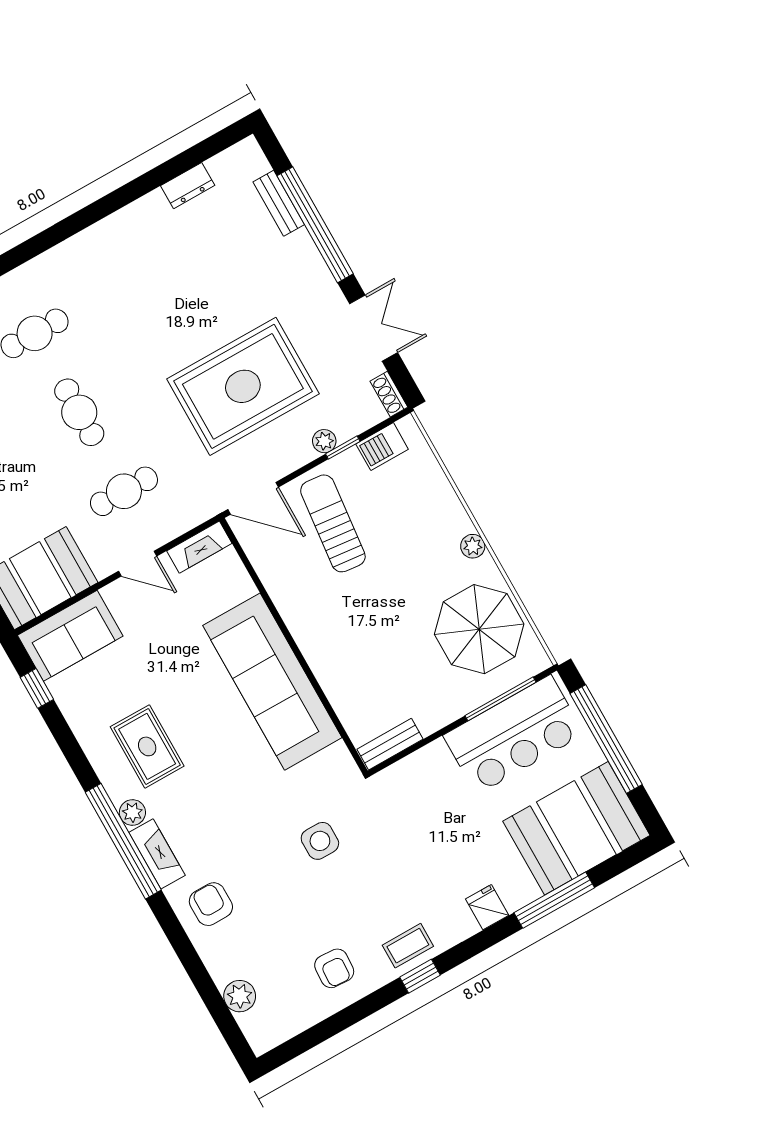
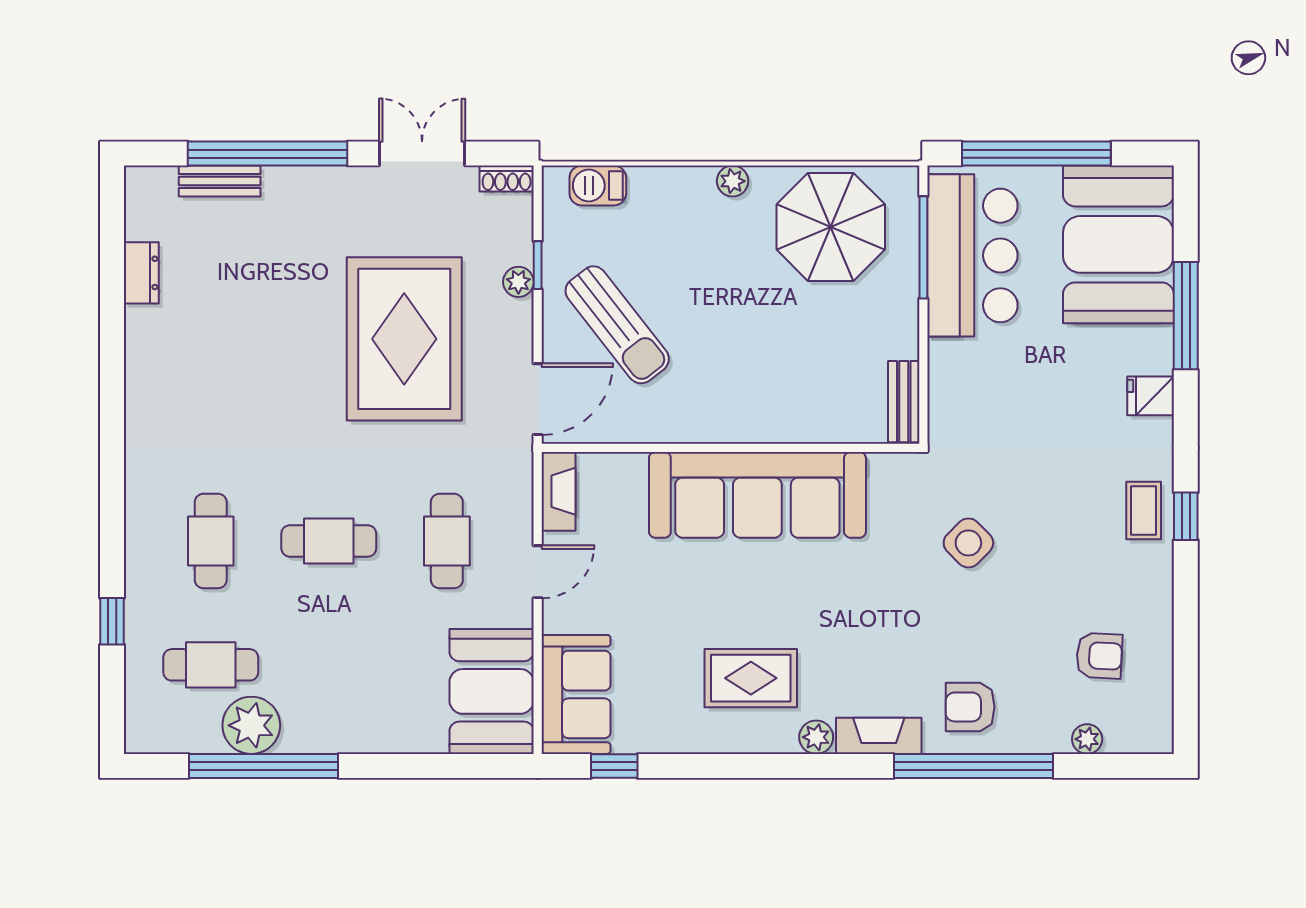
barbecue: (382, 447) -> (598, 186), moved, turned 90
sun lounger: (333, 523) -> (617, 325), turned -134
window: (123, 841) -> (973, 766), moved
side table: (320, 841) -> (968, 543), turned 45
armchair: (334, 968) -> (1099, 656), moved
plant: (240, 996) -> (1087, 739), width x0.73, depth x0.73

